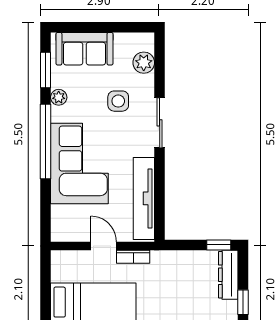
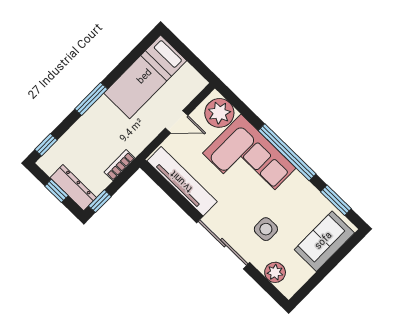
plant: (59, 97) -> (219, 113), moved, width x1.87, depth x1.87
sliding door: (160, 123) -> (223, 243), width x1.37
bookcase: (133, 257) -> (120, 165), moved
window: (243, 302) -> (56, 191), moved

